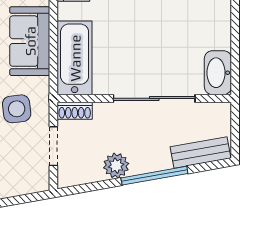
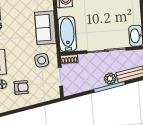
plant: (116, 166) -> (110, 79), moved

